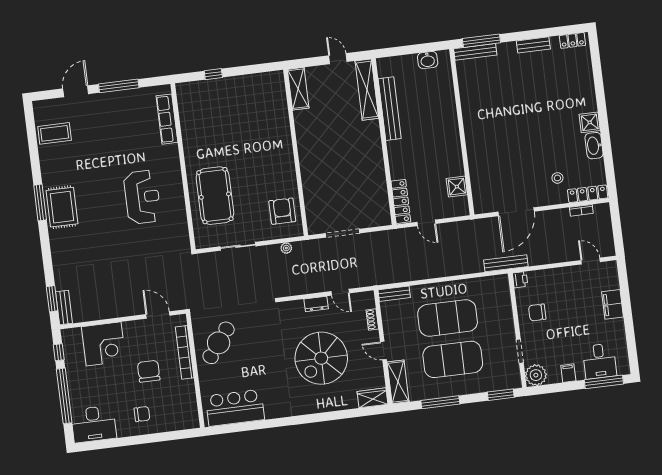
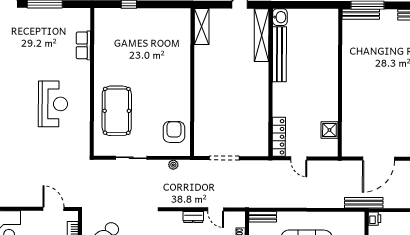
washbasin: (428, 60) -> (280, 17), moved, turned -90
row of seats: (167, 119) -> (83, 45), width x0.68

